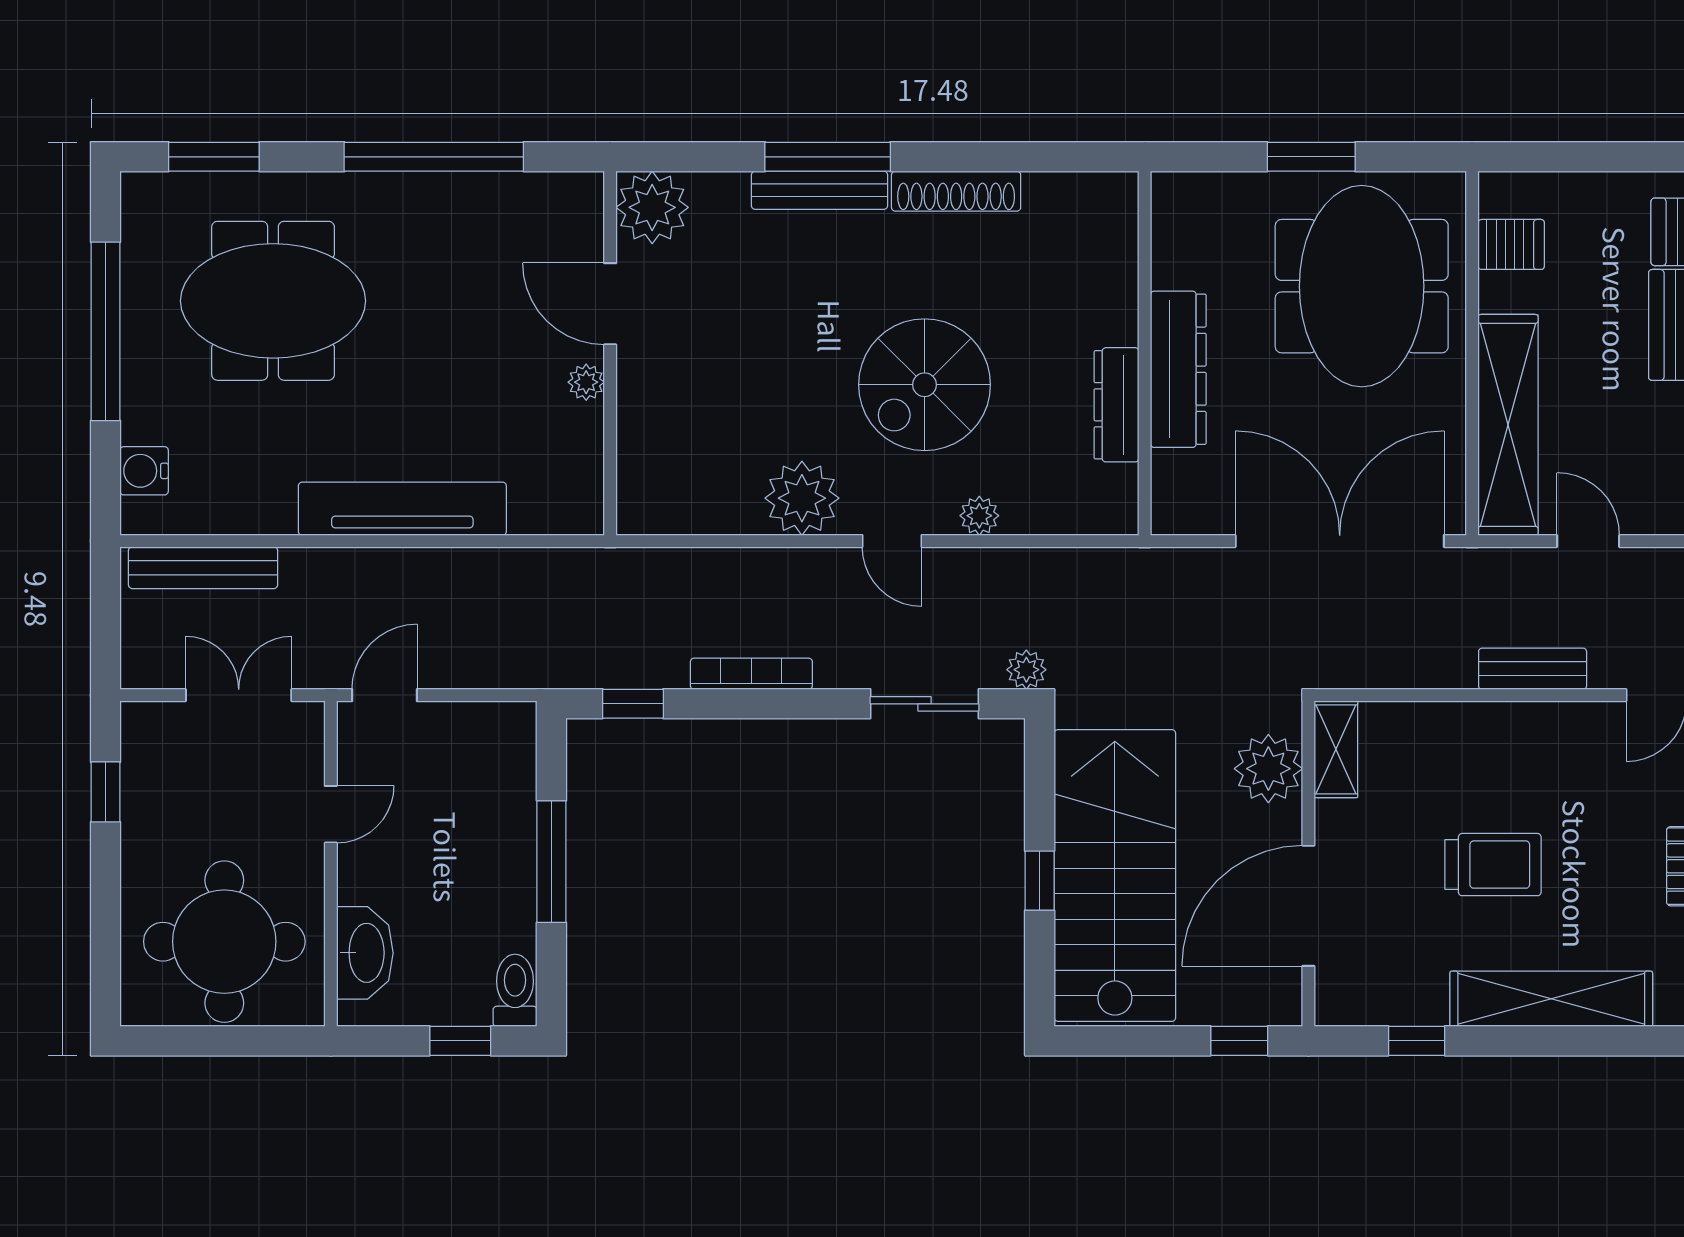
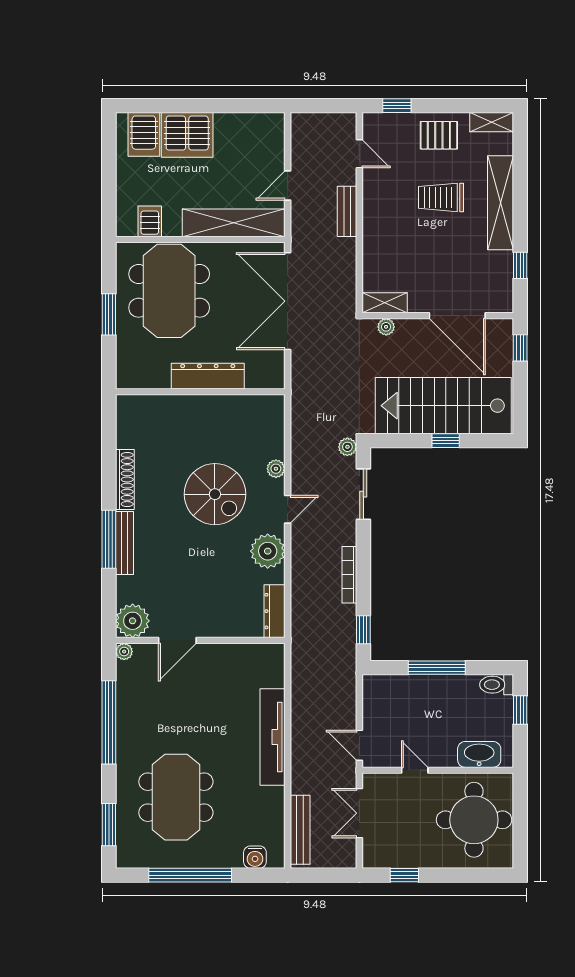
meeting table: (1362, 286) -> (169, 291), turned 90
plant: (586, 382) -> (124, 652), moved
dresser: (1117, 405) -> (275, 611), moved, turned 90
plant: (1268, 769) -> (386, 327), width x0.53, depth x0.53
trolley: (1493, 865) -> (441, 197), moved, turned -90

